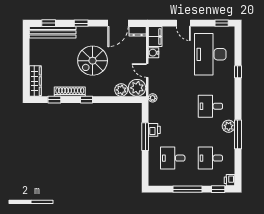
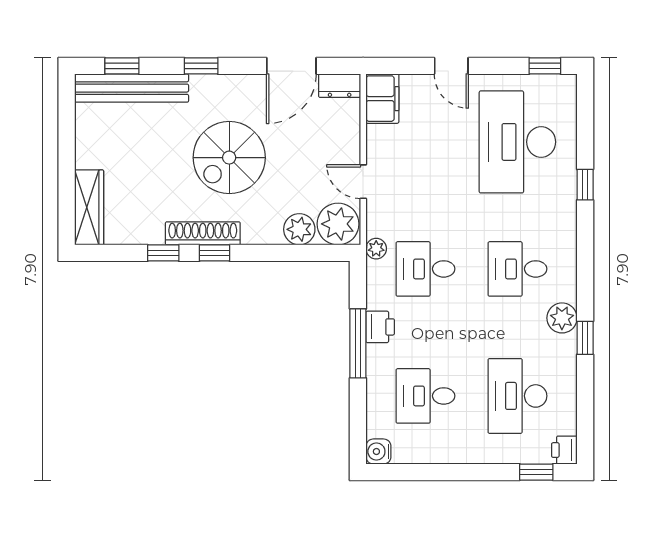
water cooler: (154, 53) -> (378, 452), moved
shoe rack: (70, 92) -> (203, 233), moved
window: (54, 100) -> (163, 253), moved
desk: (173, 106) -> (425, 269), added
window: (238, 134) -> (585, 338), width x0.46
desk: (210, 158) -> (517, 396), width x1.37
window: (188, 189) -> (462, 472), removed

